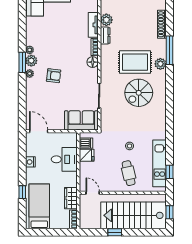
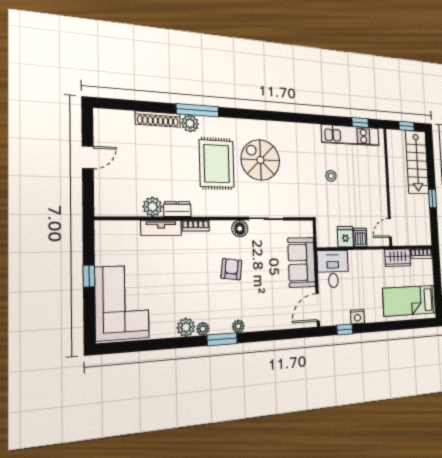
plant: (31, 61) -> (186, 327), moved
floor lamp: (93, 62) -> (240, 229), moved
plant: (160, 64) -> (190, 123), moved
armchair: (54, 76) -> (231, 269), moved
spiral stairs: (139, 93) -> (260, 160), turned 180
sofa: (81, 120) -> (302, 262), moved
dishwasher: (86, 143) -> (360, 237), moved
desk: (64, 159) -> (333, 269), moved
cafe table: (129, 173) -> (364, 178), removed
window: (22, 192) -> (345, 330), moved
stairs: (134, 215) -> (417, 162), width x0.73, depth x0.66

